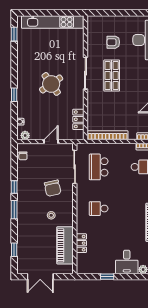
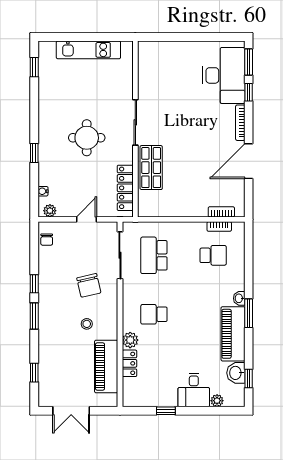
kitchen unit: (52, 22) -> (88, 50), width x0.73
armchair: (113, 42) -> (175, 79), removed
shop shelf: (112, 76) -> (151, 168), moved
round table: (51, 84) -> (87, 138), turned 35
locker: (78, 119) -> (125, 188), width x1.53
bookcase: (107, 135) -> (167, 210), removed
plant: (82, 227) -> (130, 340), added

